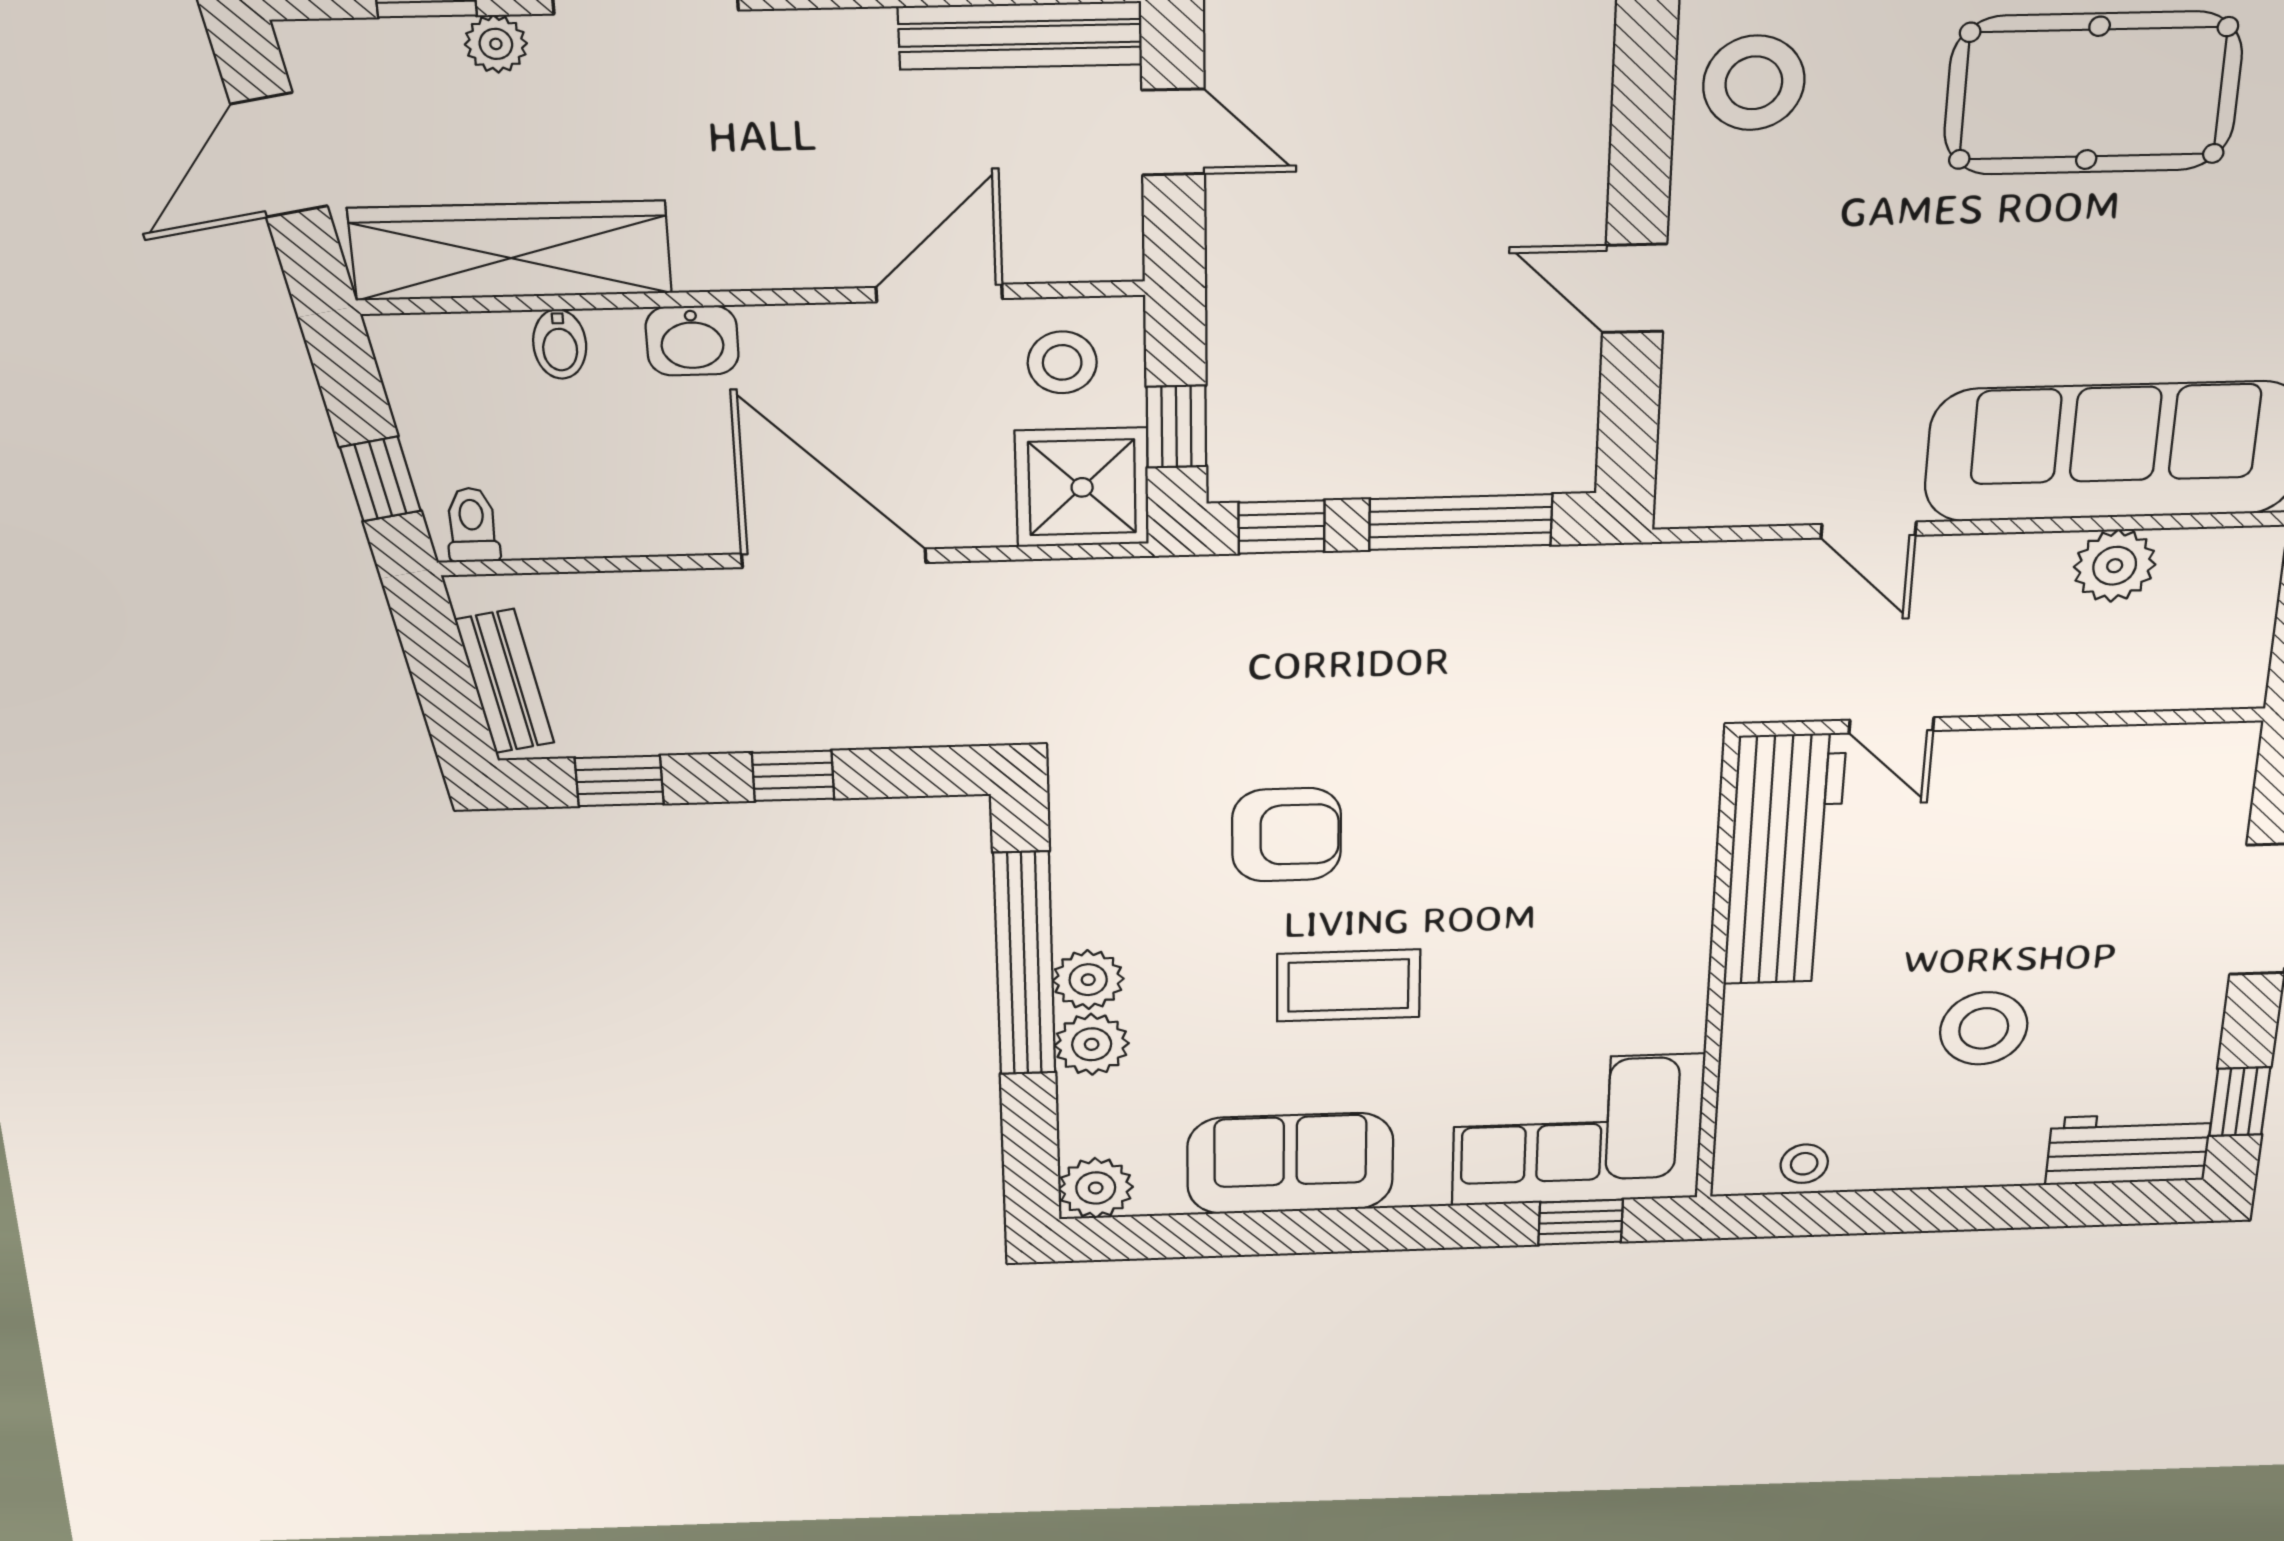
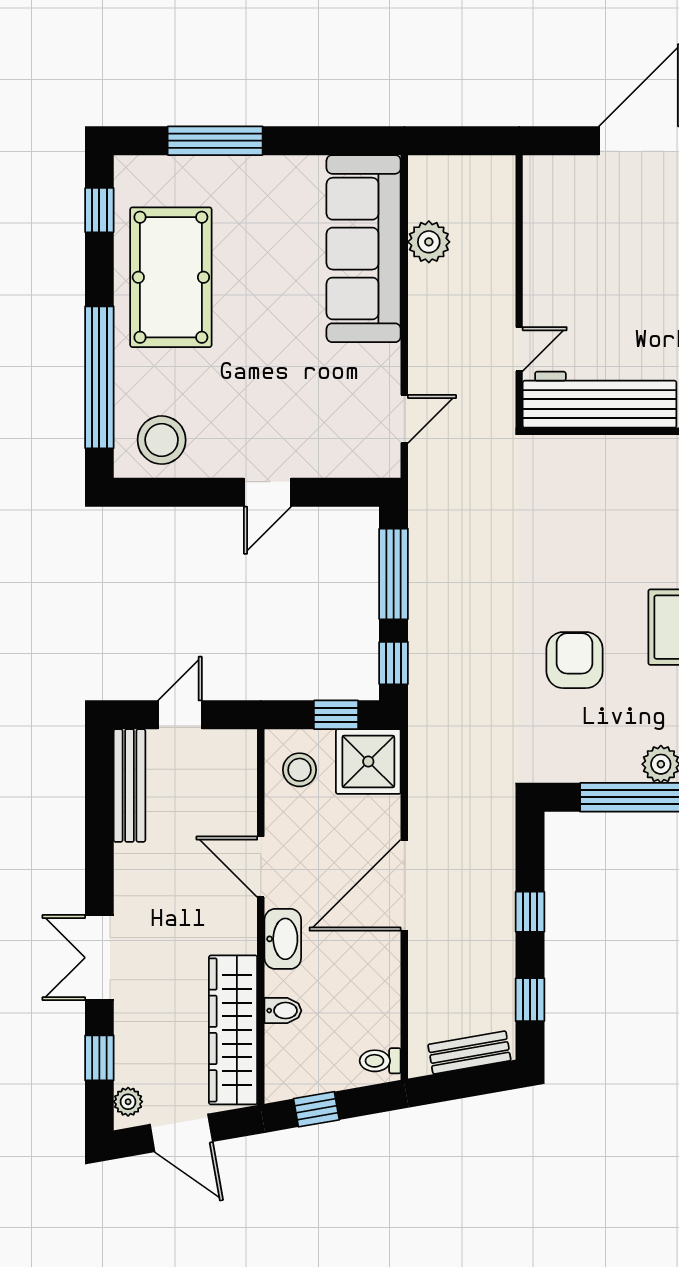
plant: (496, 44) -> (128, 1102), moved
door: (939, 293) -> (261, 867), moved
washbasin: (692, 340) -> (283, 939), width x1.38
window: (380, 479) -> (316, 1109), moved
door: (1869, 530) -> (404, 419), moved

